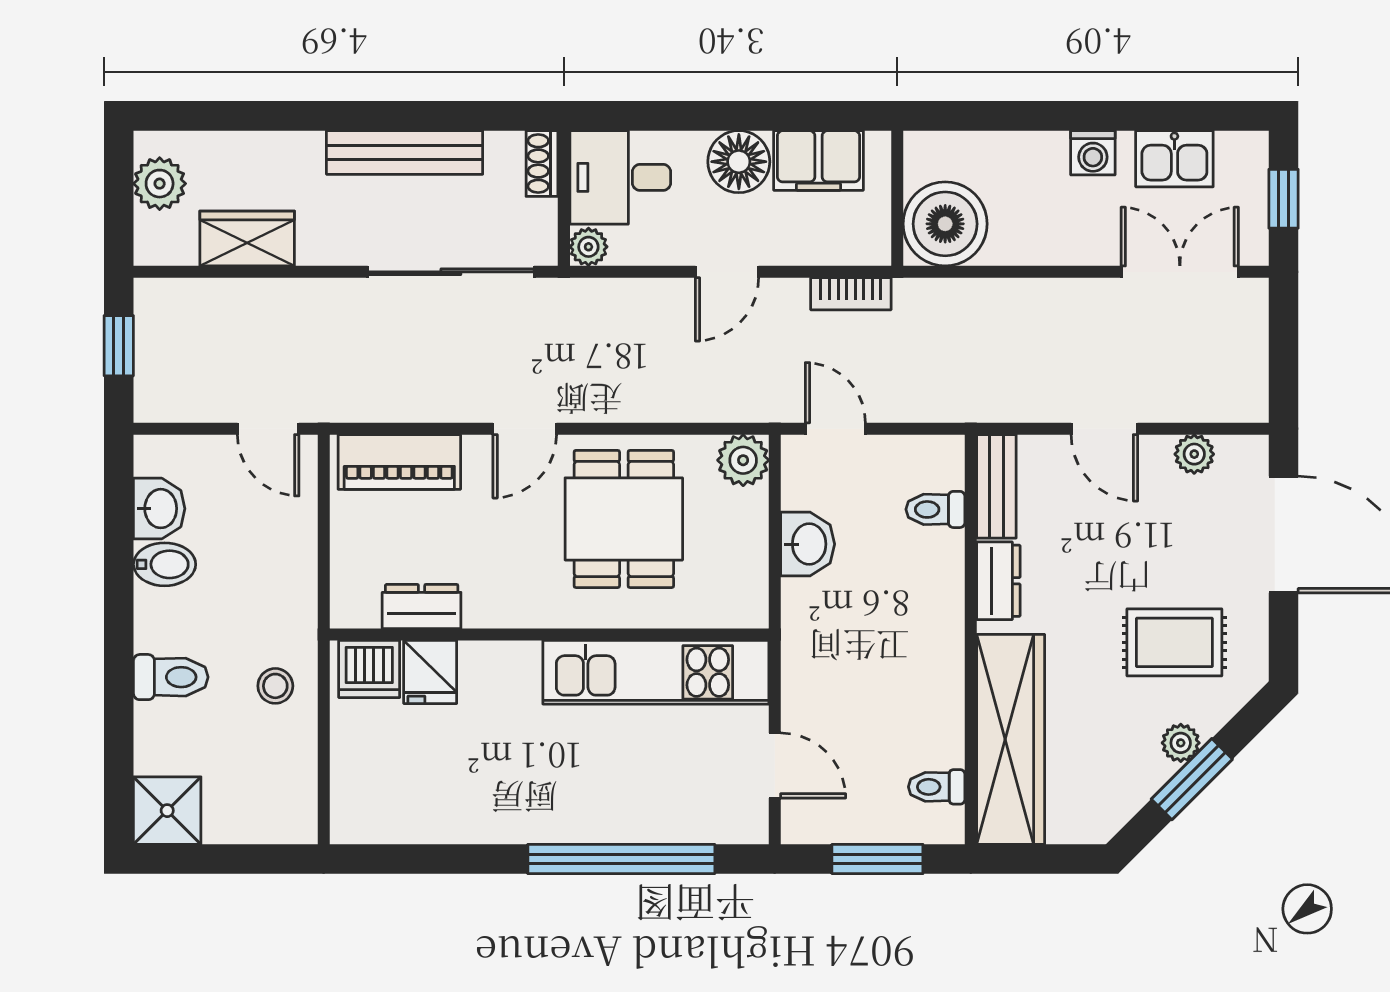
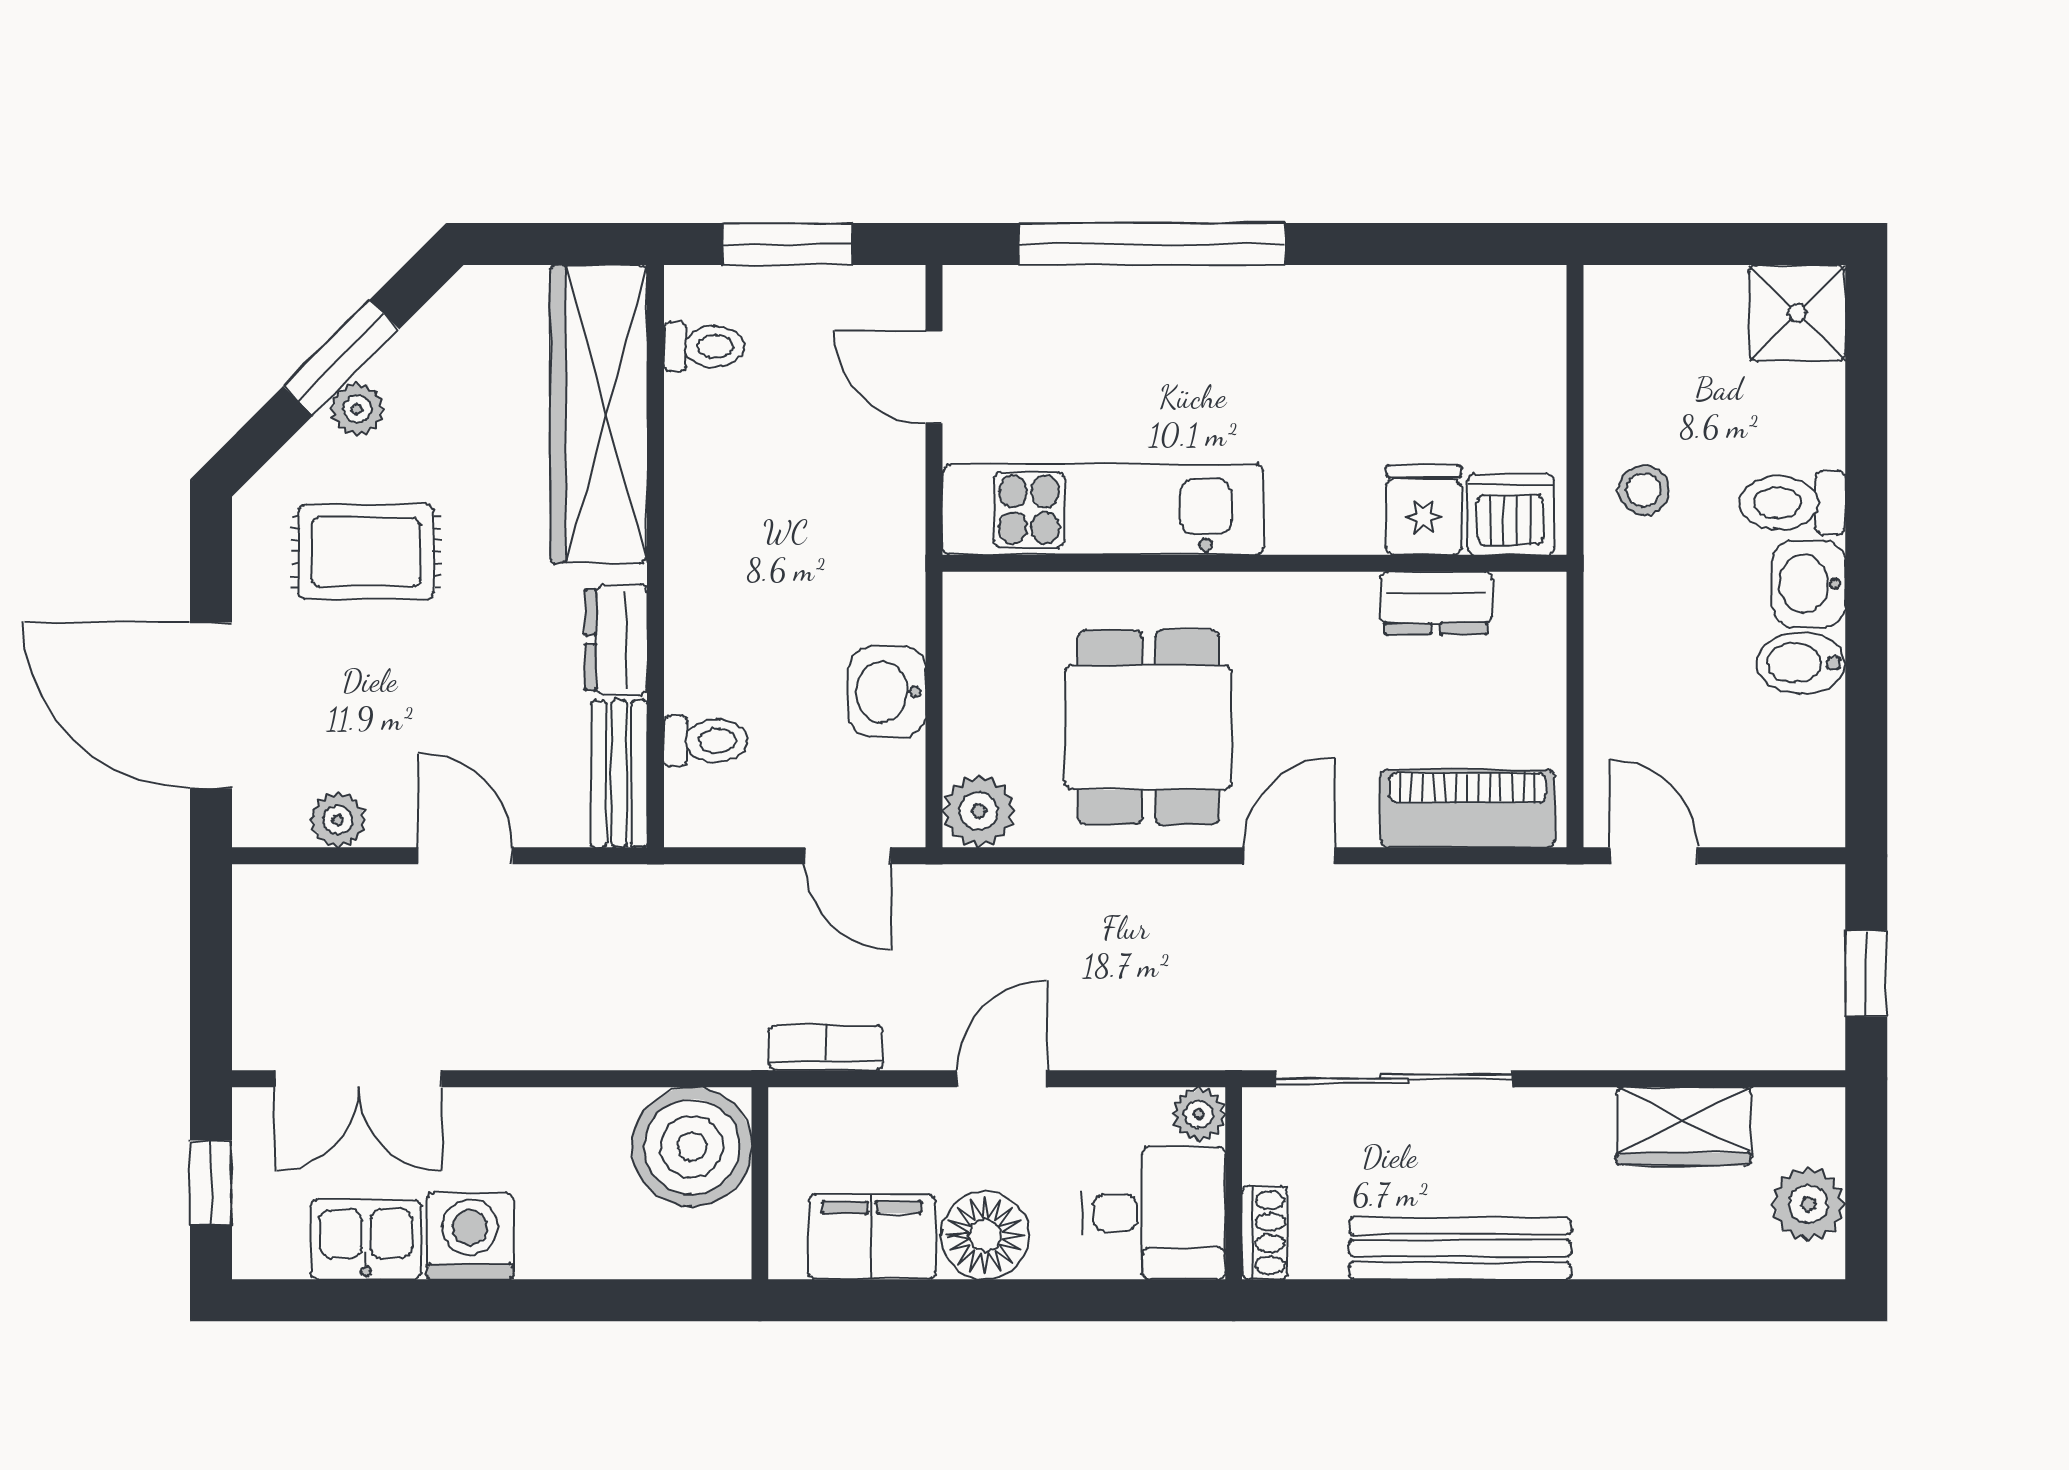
washing machine: (1093, 153) -> (470, 1236), width x1.38, depth x1.38
washbasin: (159, 509) -> (1809, 584), moved

